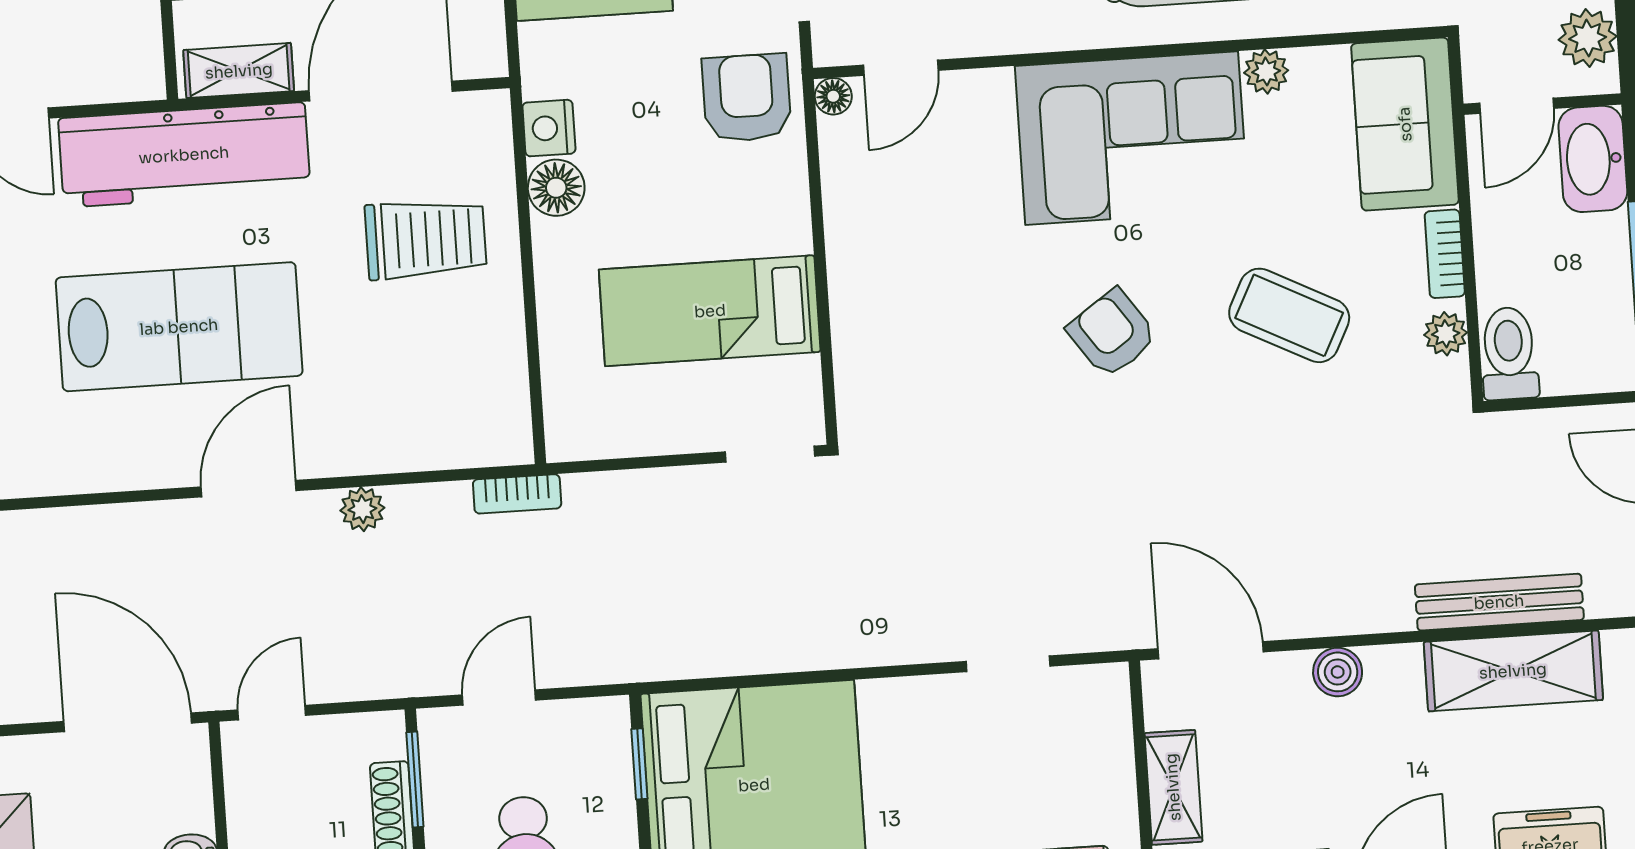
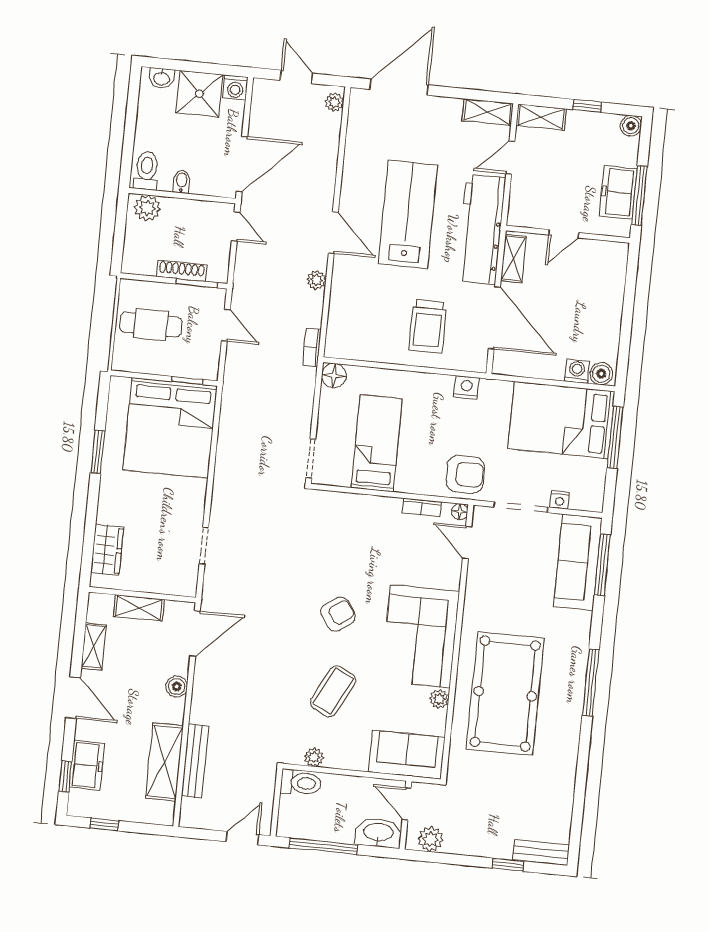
floor lamp: (556, 188) -> (334, 376), moved
bookcase: (1445, 254) -> (422, 507), moved, turned 180
lab bench: (179, 327) -> (408, 215), turned 180

